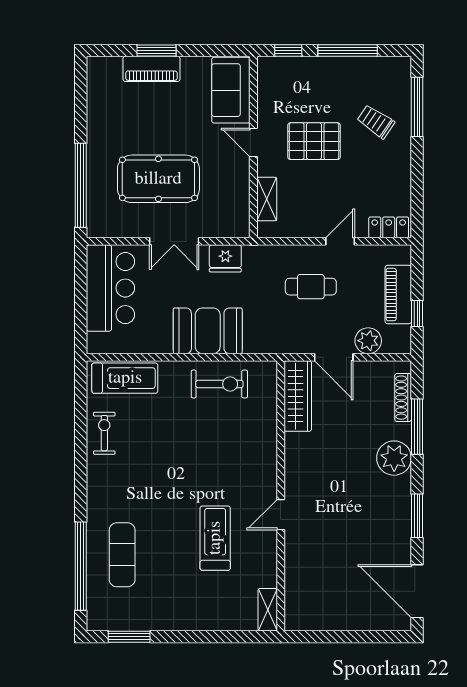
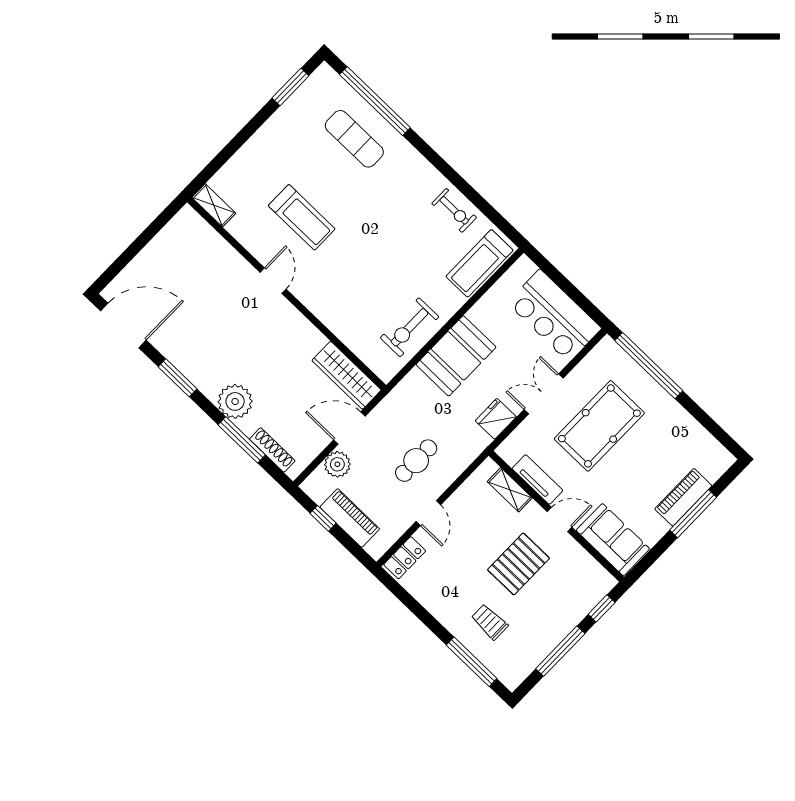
window: (157, 50) -> (693, 514), width x1.44
trolley: (376, 122) -> (490, 622), turned -124
tv unit: (240, 186) -> (538, 479), added

